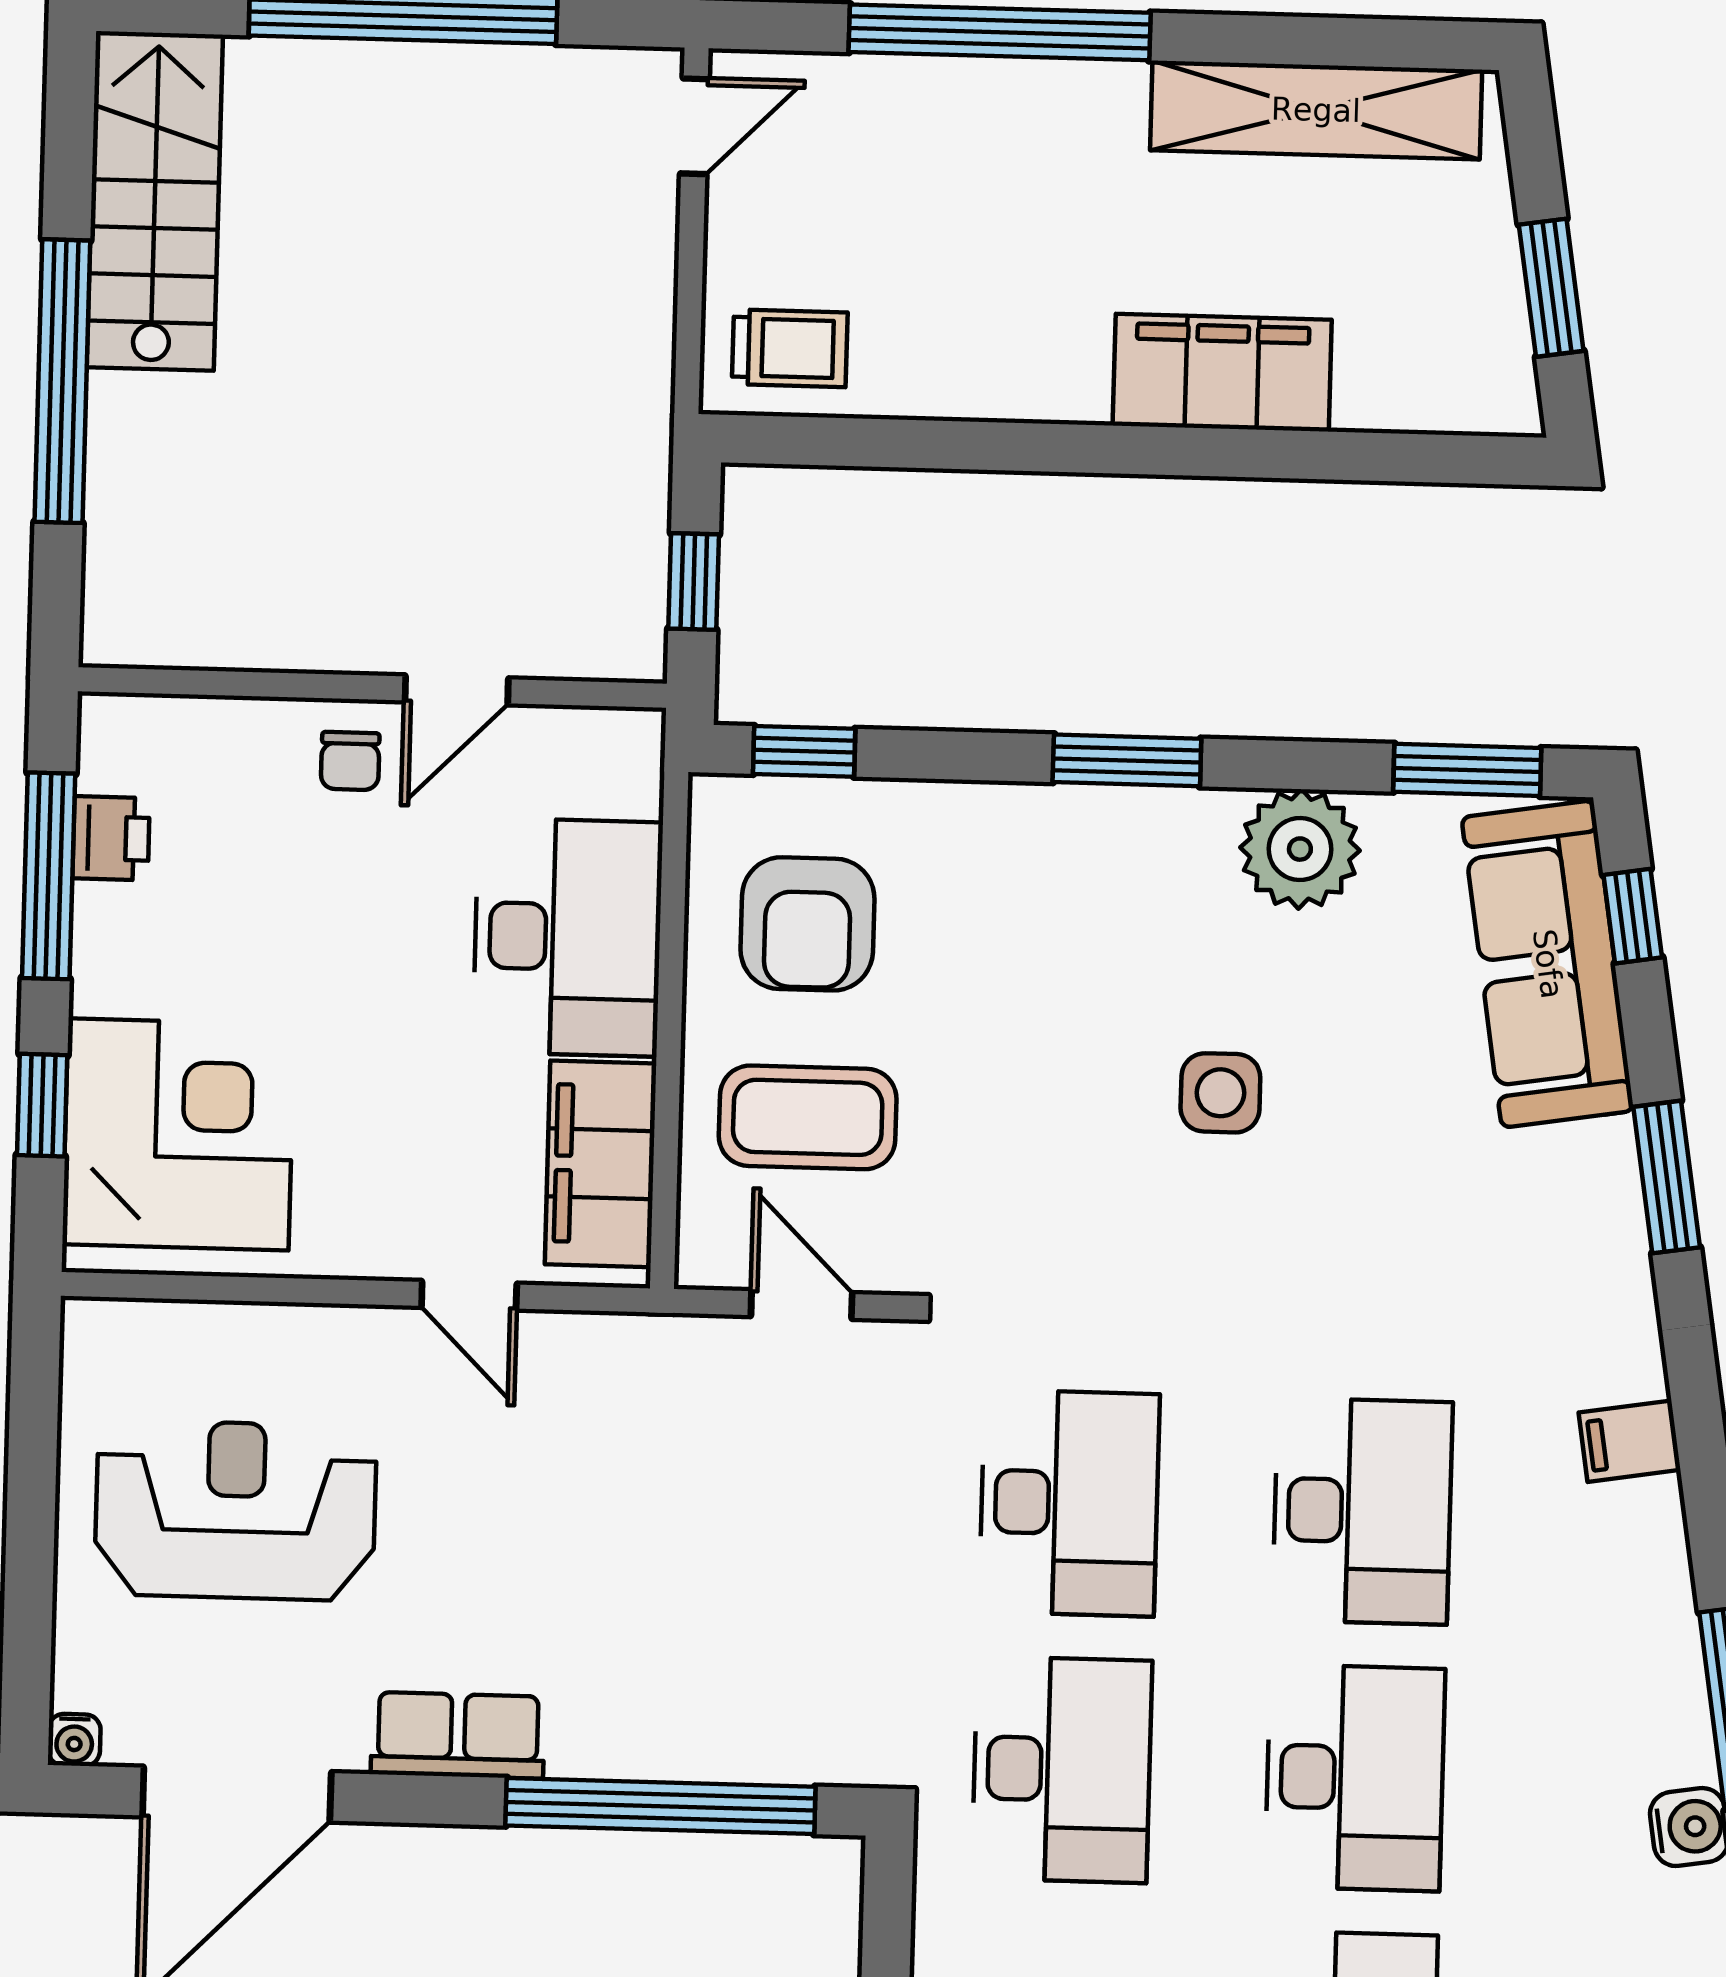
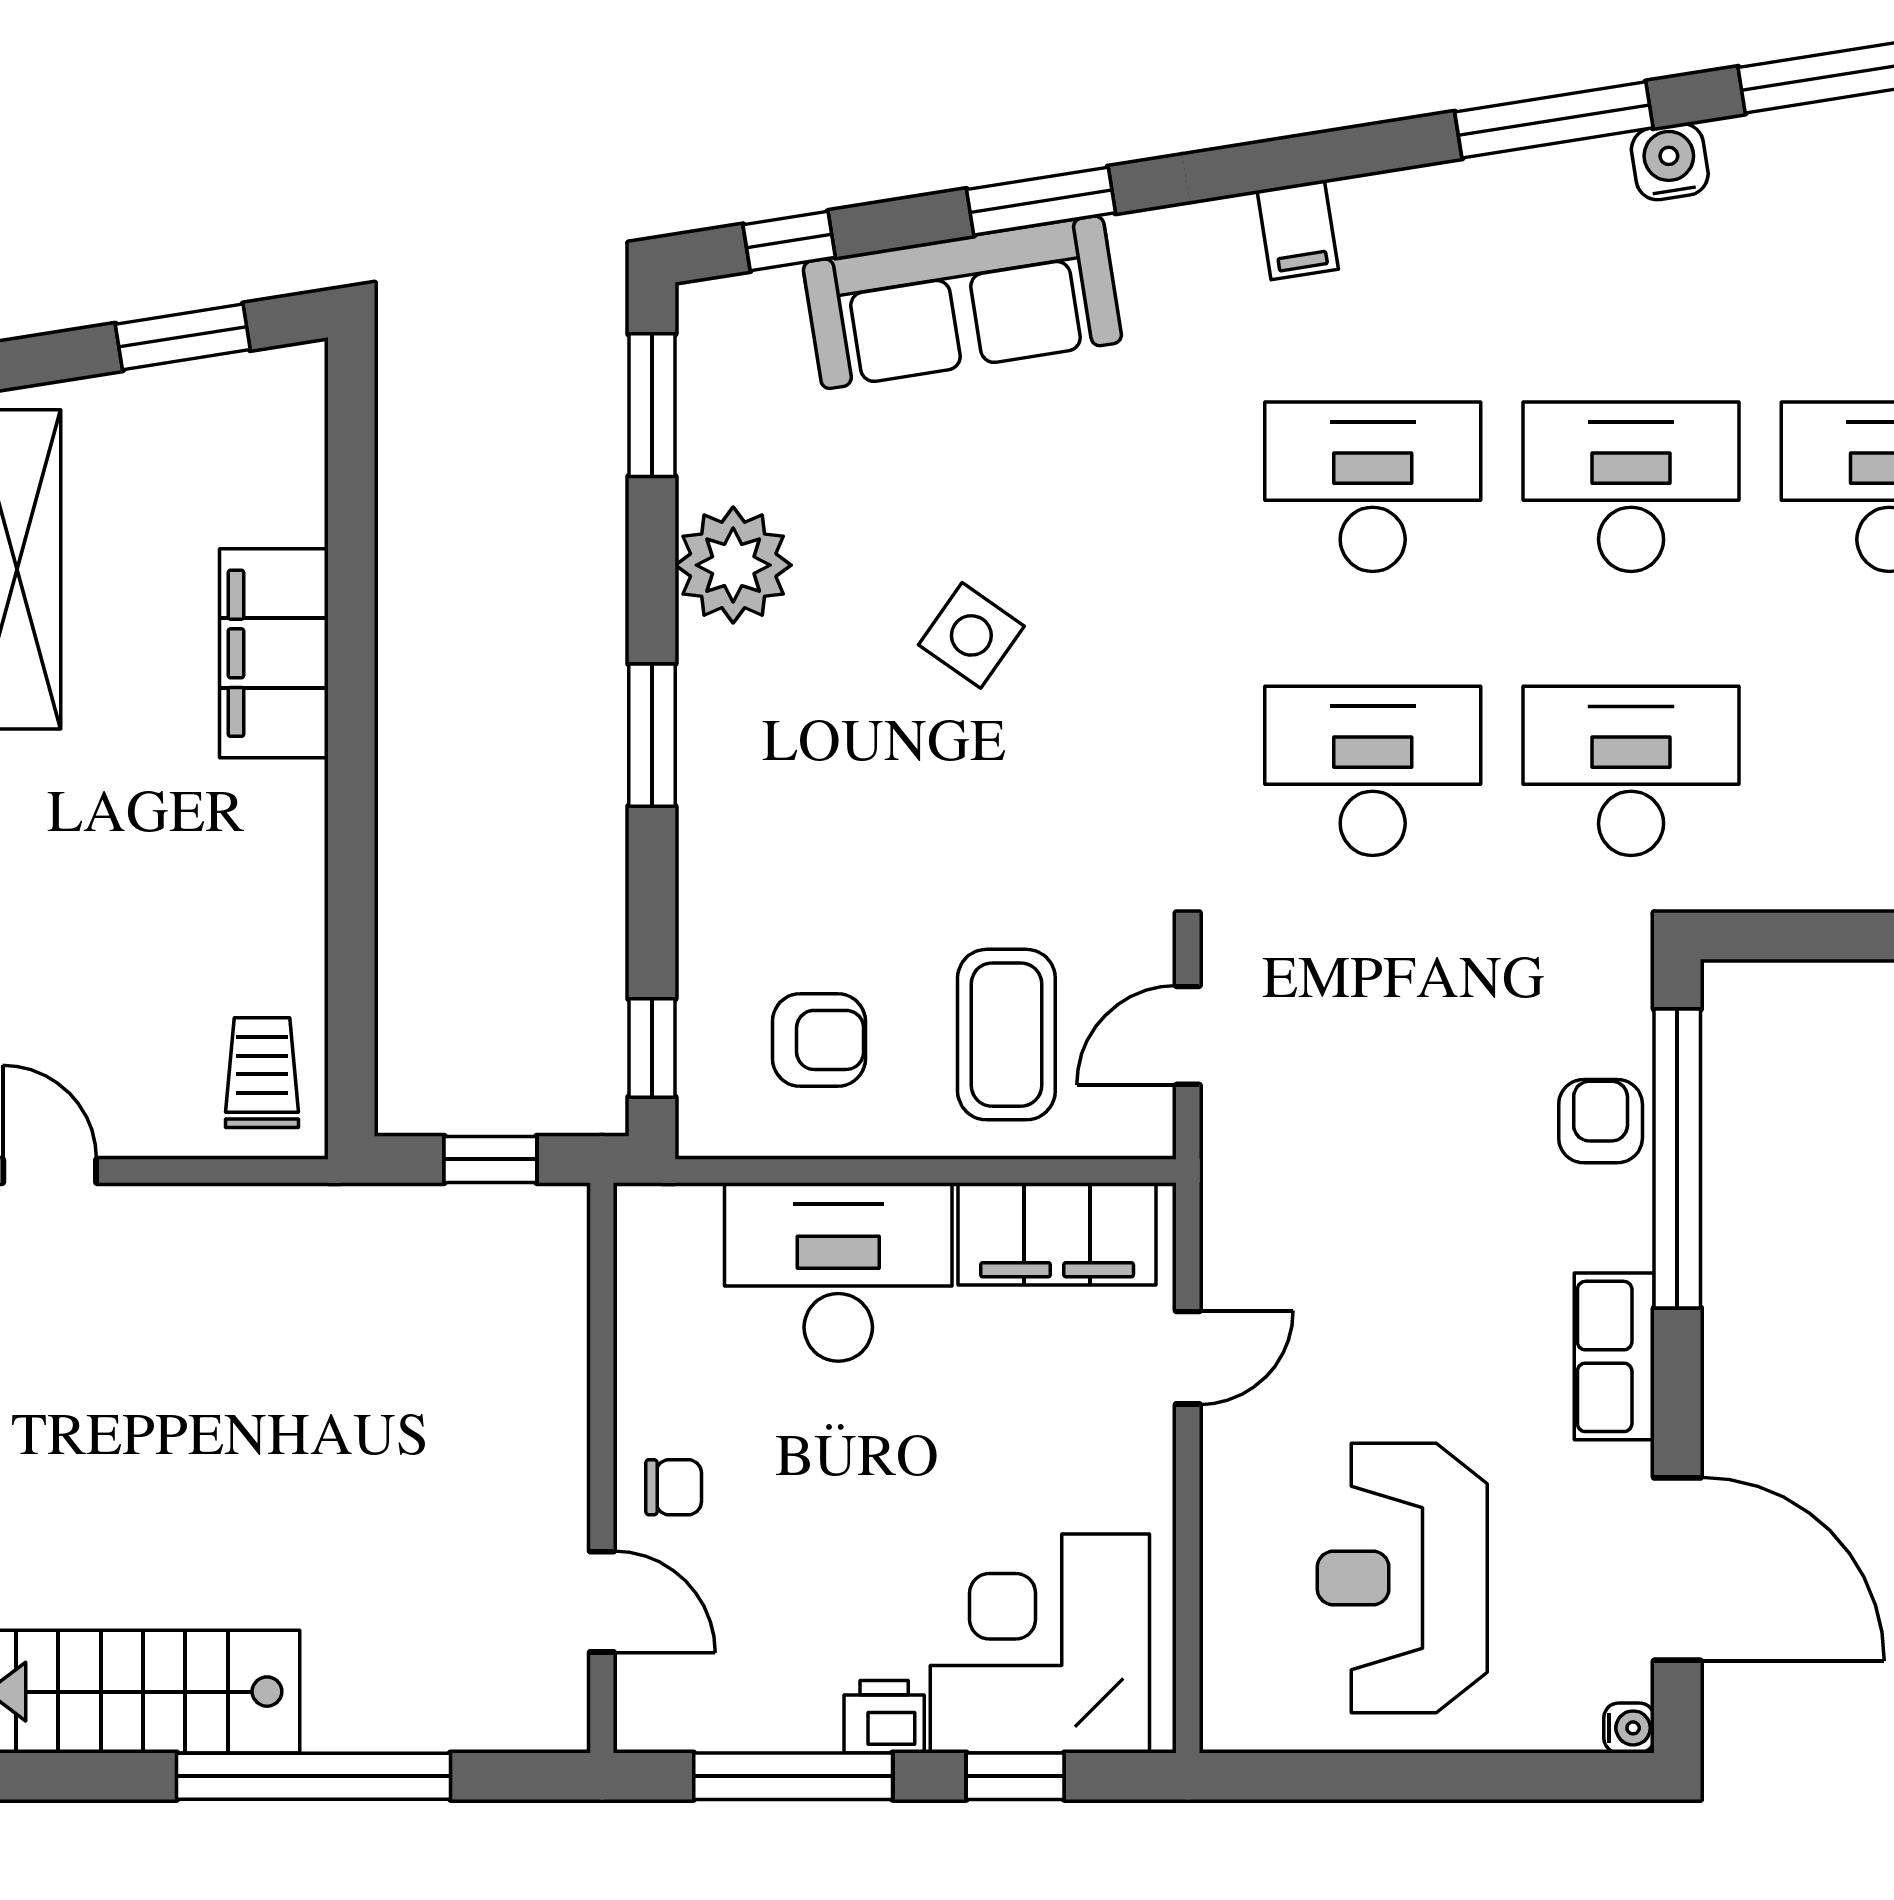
door: (457, 690) -> (602, 1602), moved
printer: (111, 838) -> (884, 1717), moved
armchair: (807, 924) -> (819, 1040), width x0.72, depth x0.72
sofa: (1548, 964) -> (962, 302), moved
side table: (1220, 1093) -> (971, 635), turned 35
armchair: (701, 1728) -> (1601, 1121), added

